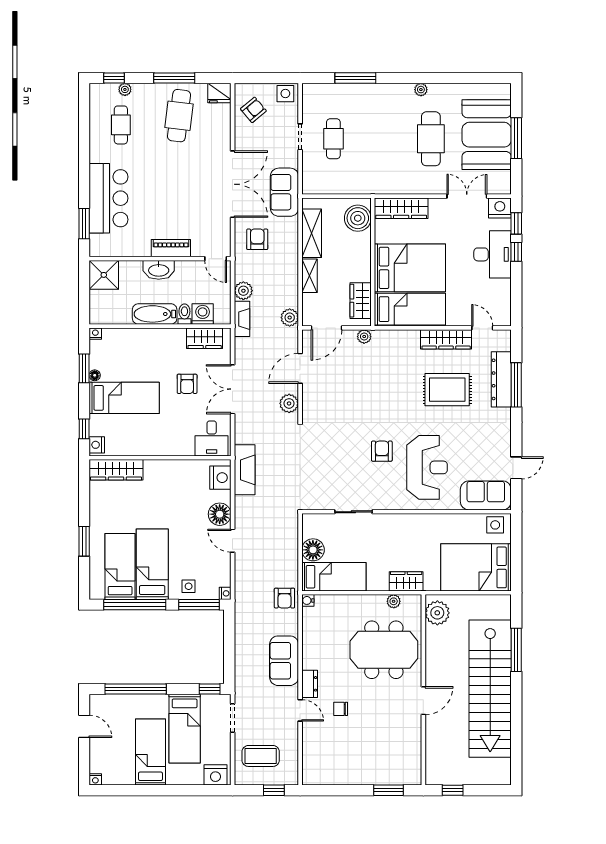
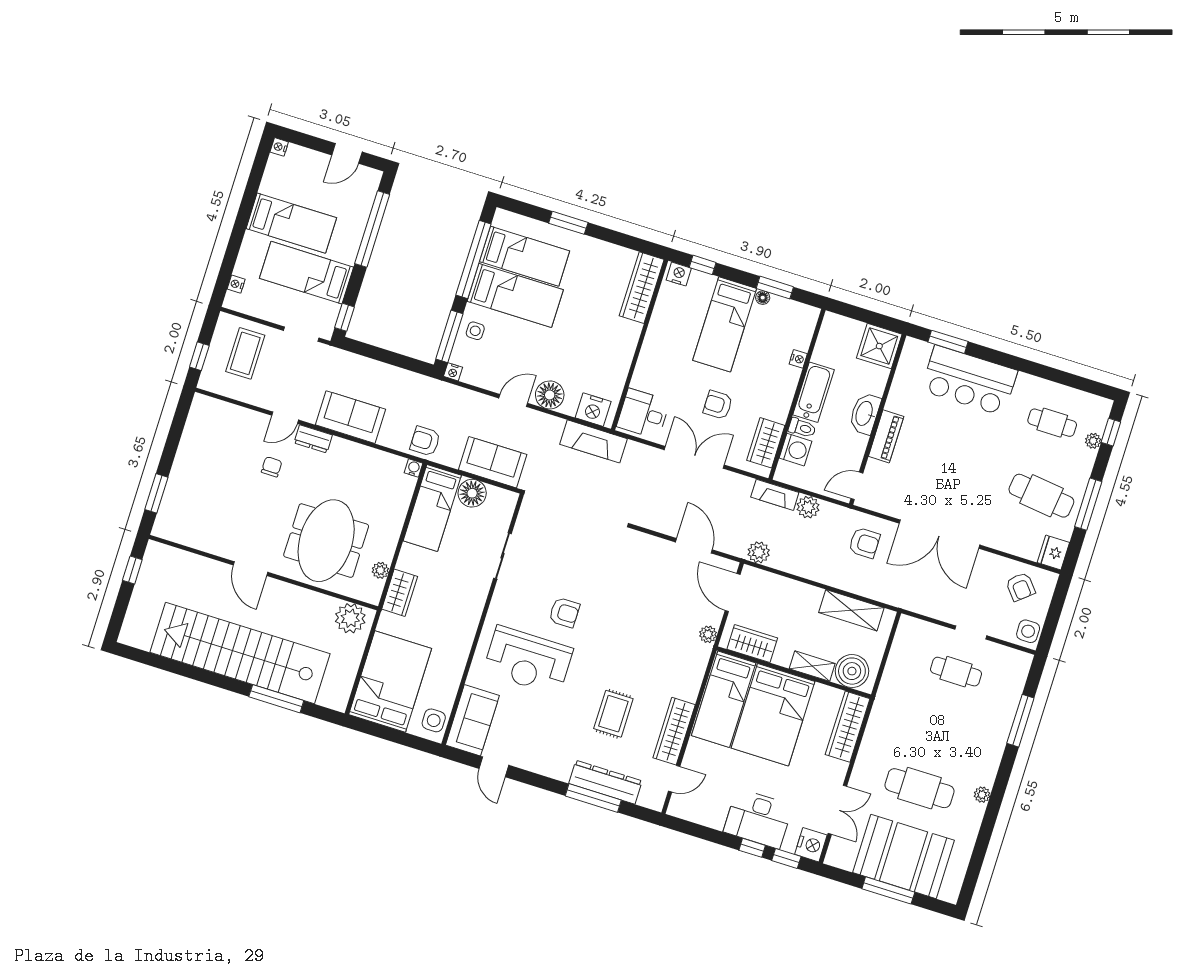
sofa: (284, 192) -> (493, 462), moved
shelving: (309, 276) -> (812, 666), moved
nightstand: (95, 334) -> (798, 359), moved
rug: (447, 390) -> (613, 714), width x0.73, depth x0.70
plant: (289, 403) -> (656, 519), removed
nightstand: (215, 775) -> (236, 284), width x0.53, depth x0.56

